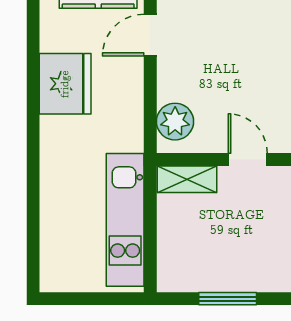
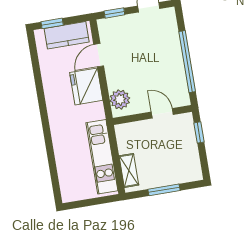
fridge: (65, 84) -> (86, 86), moved, turned 180
shelving: (187, 179) -> (129, 170), moved, turned 90

